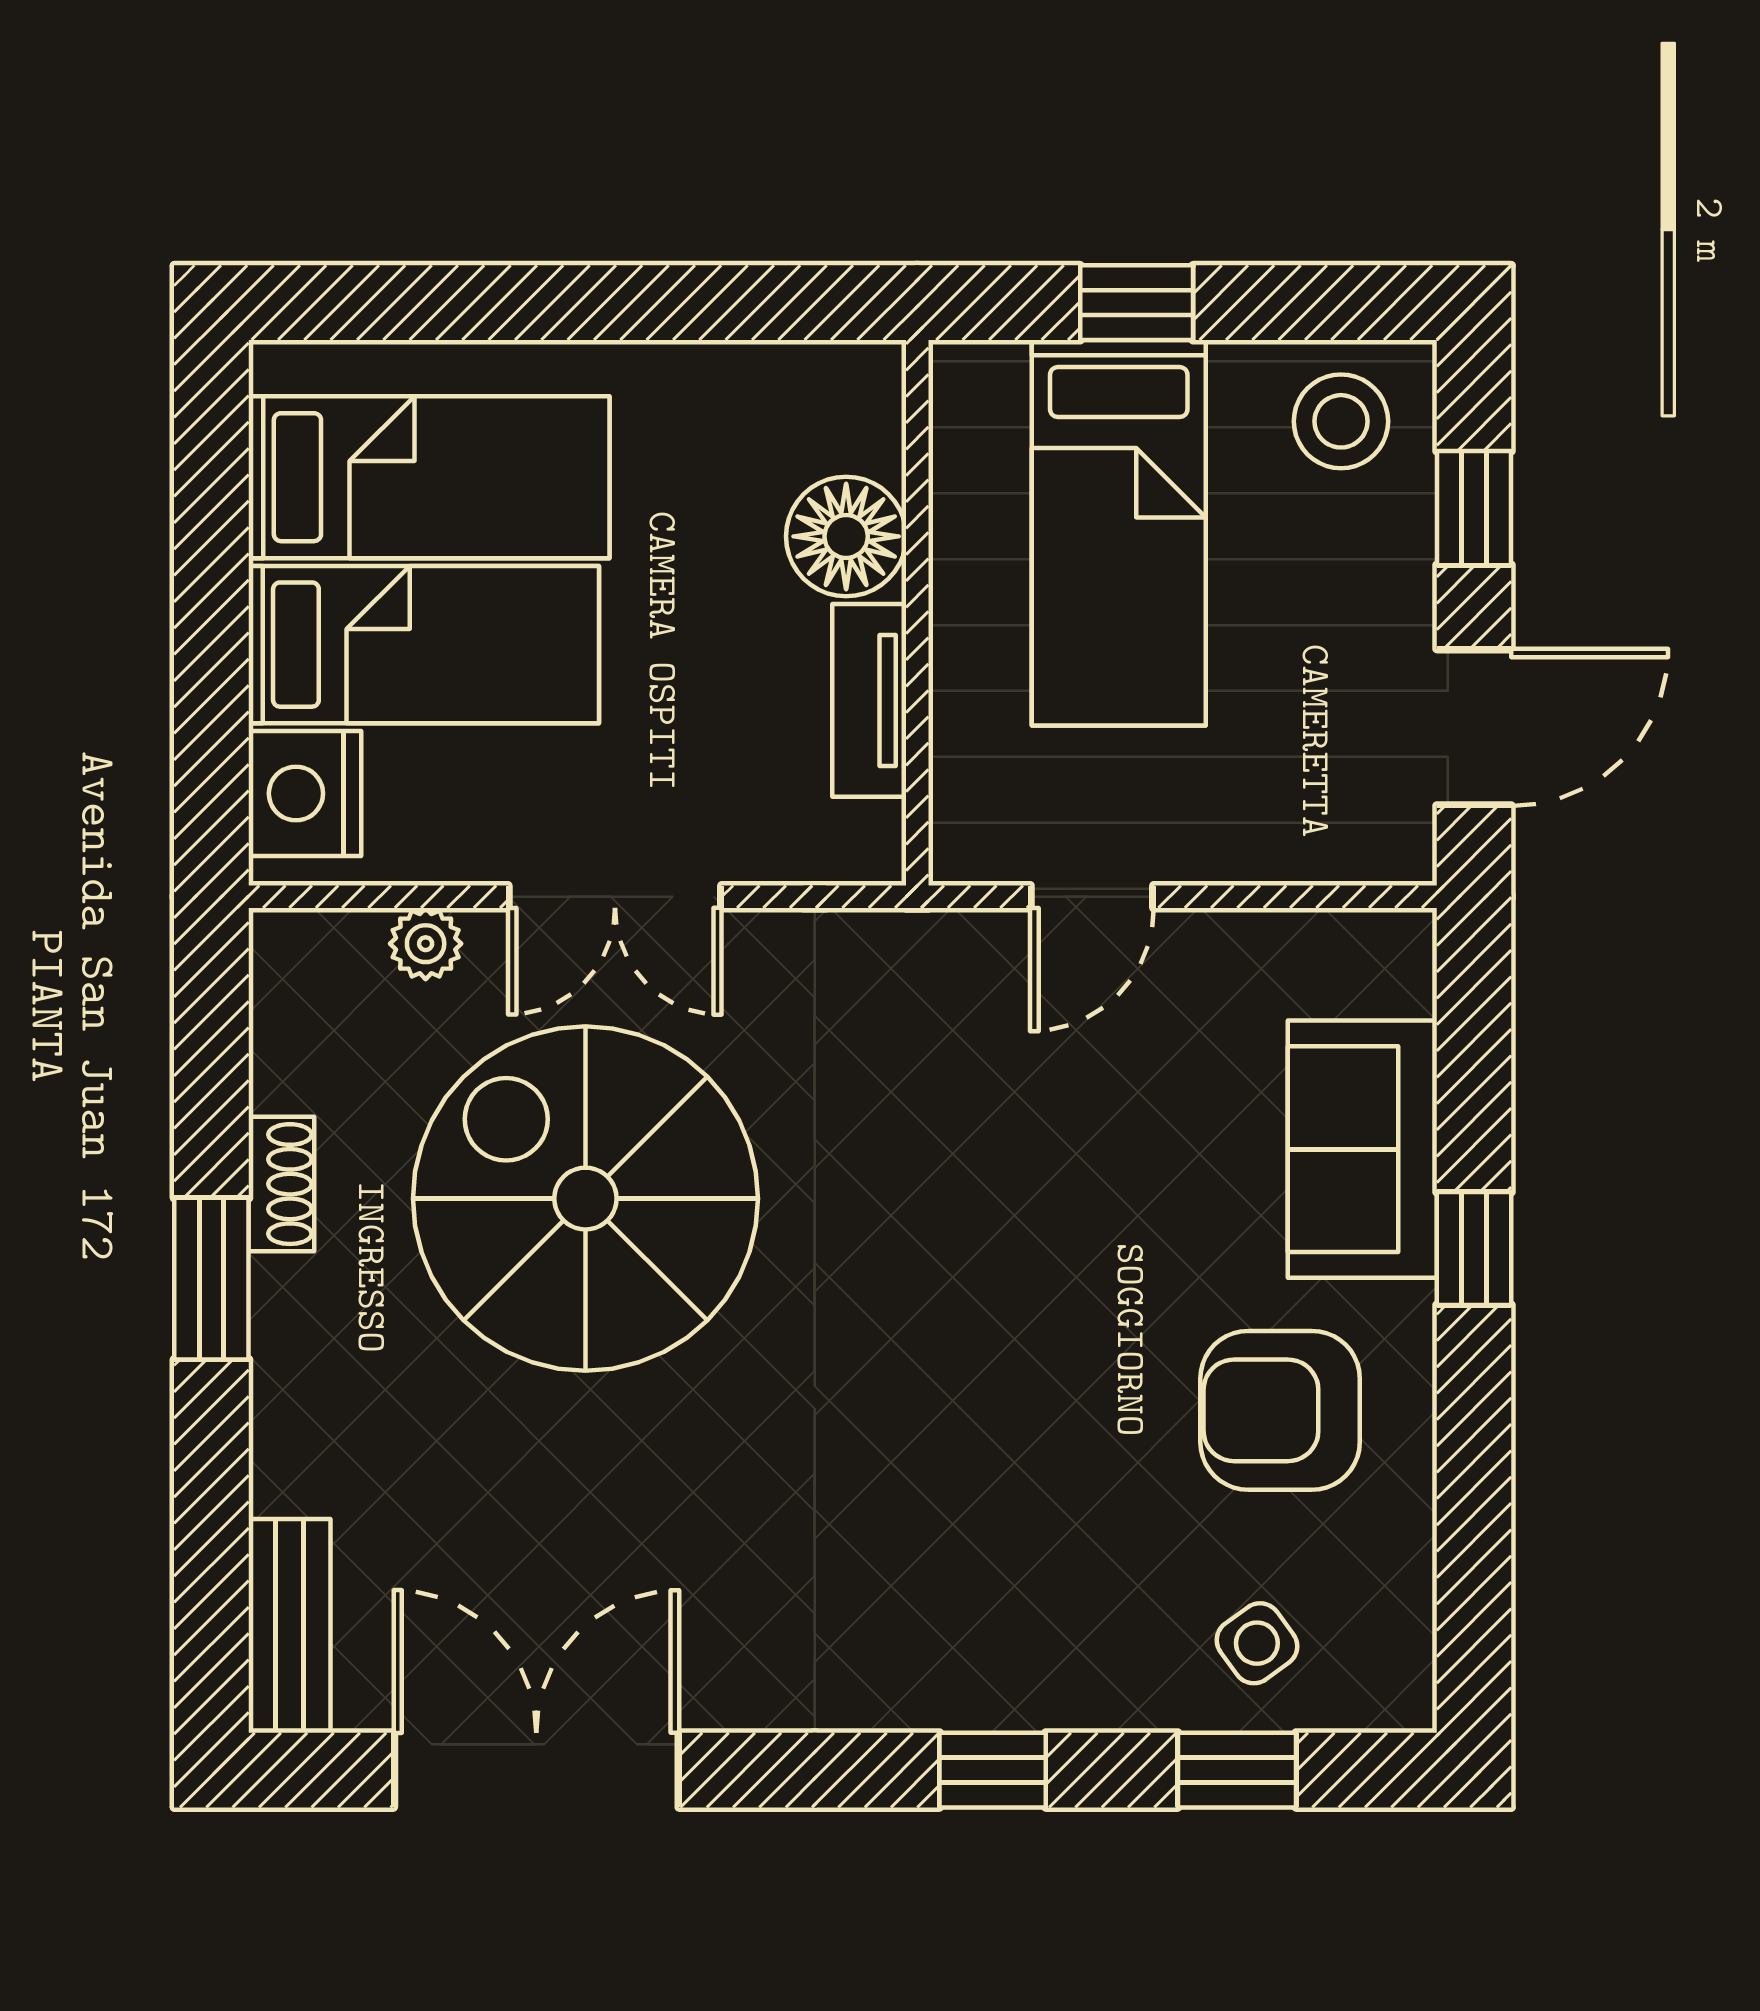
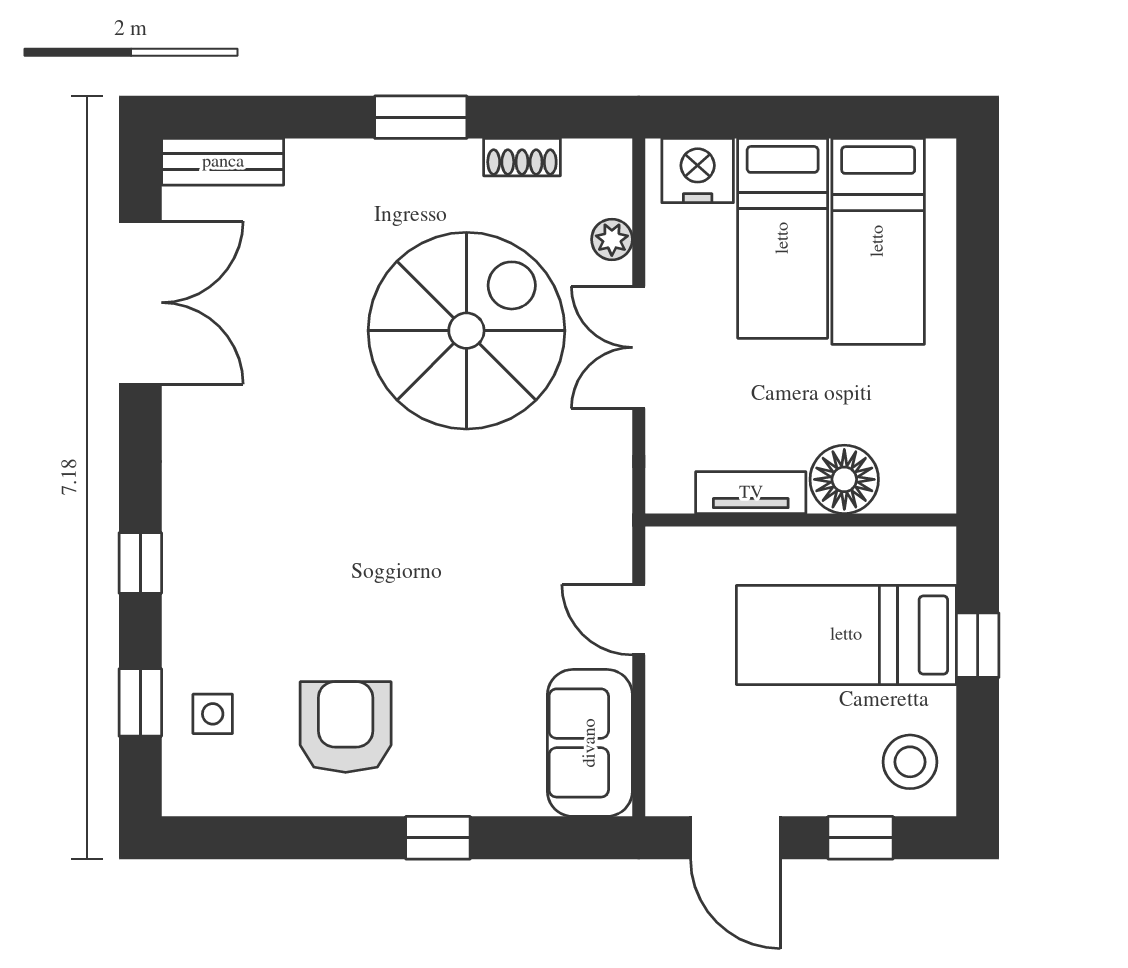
sofa: (1362, 1149) -> (590, 743), moved, turned -90
shoe rack: (281, 1184) -> (522, 157), moved
side table: (1257, 1643) -> (213, 714), turned 36

